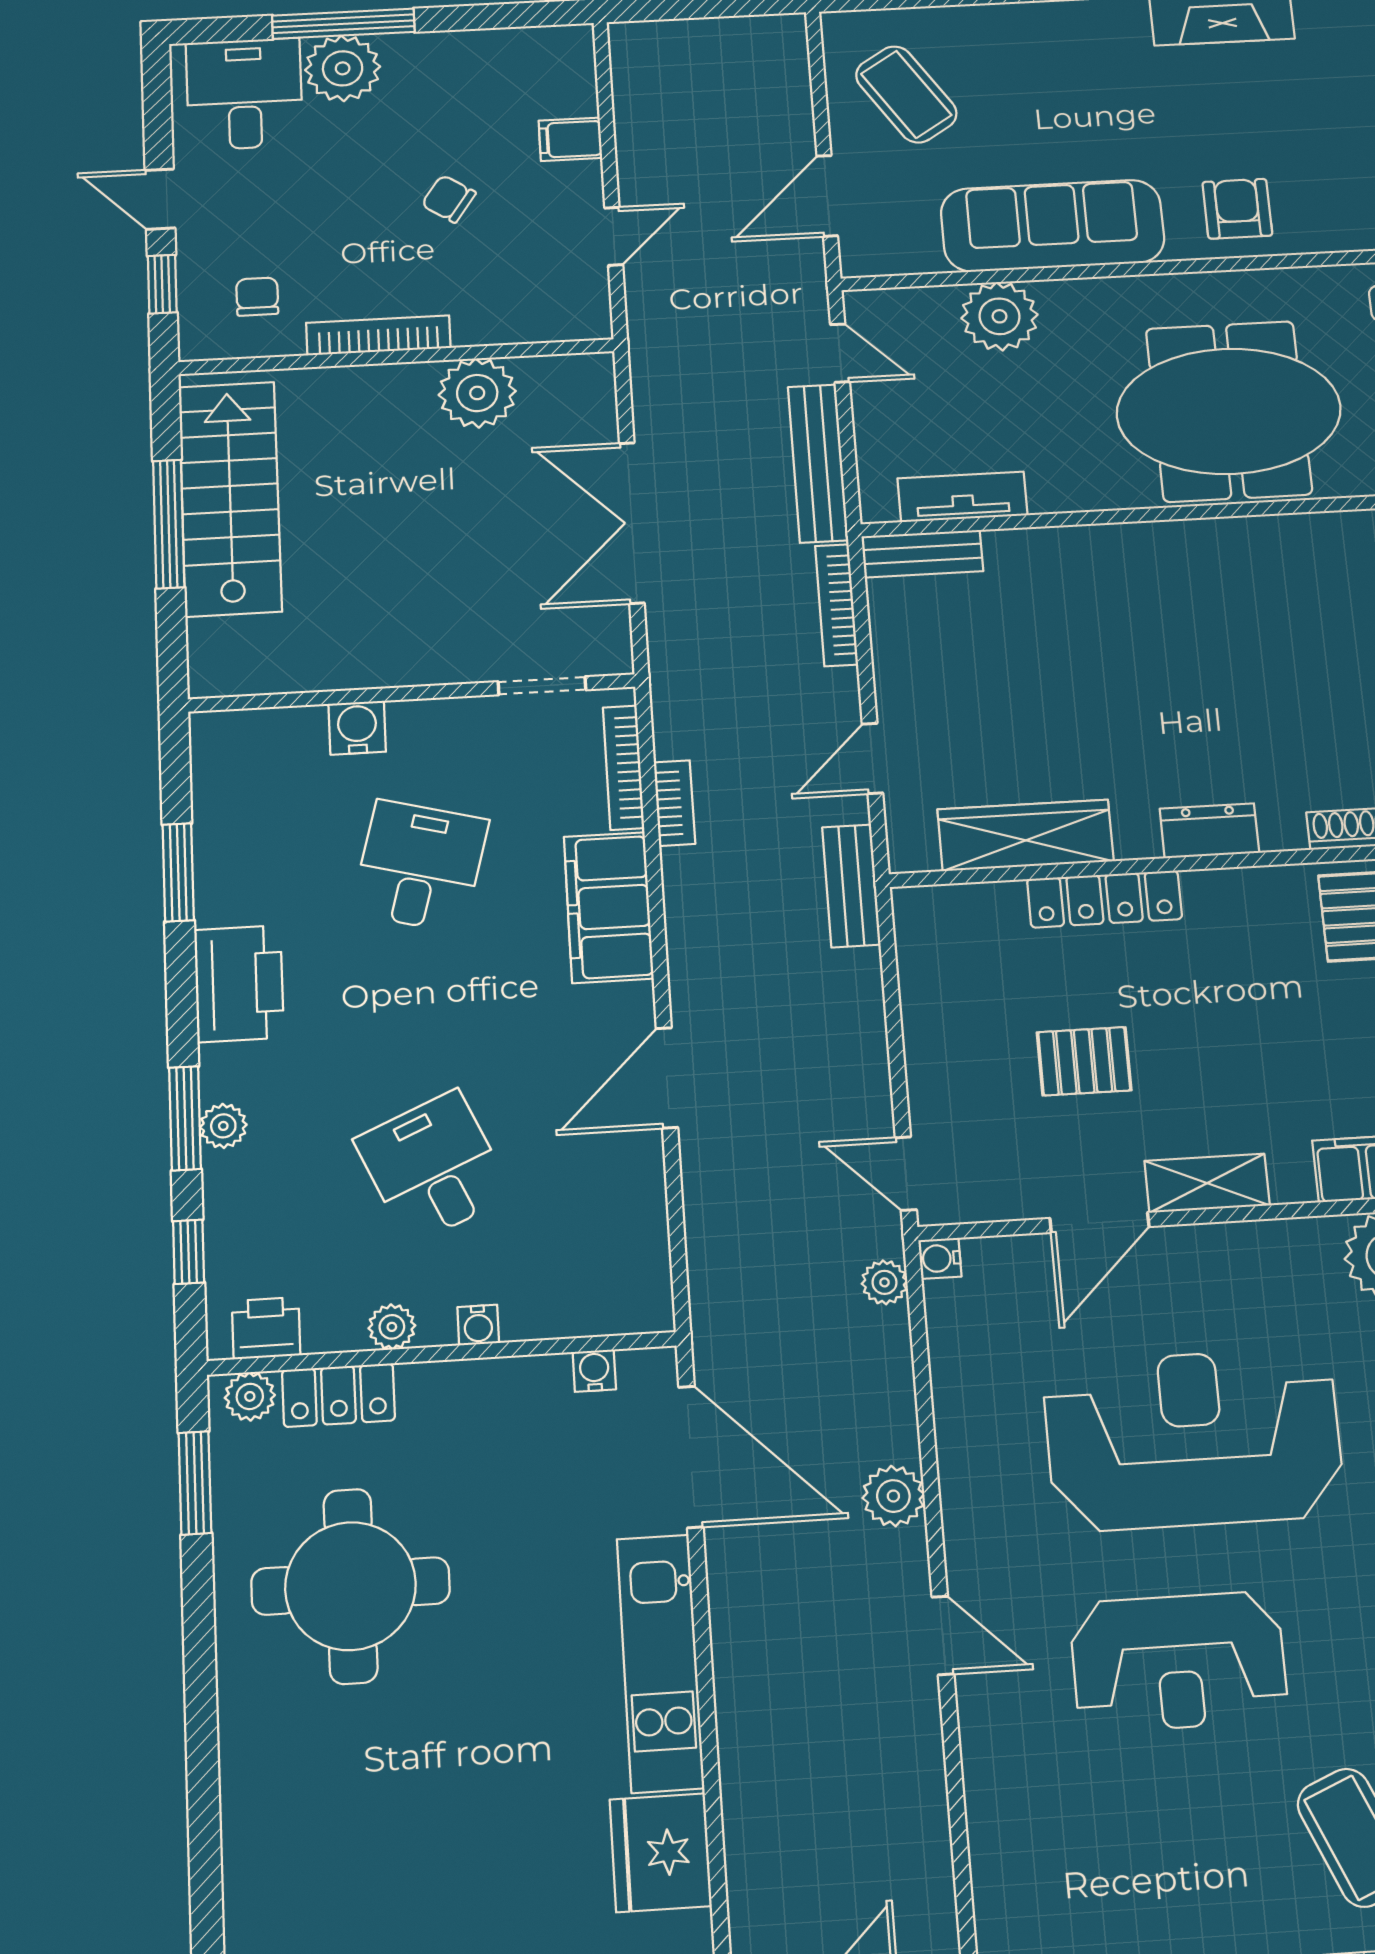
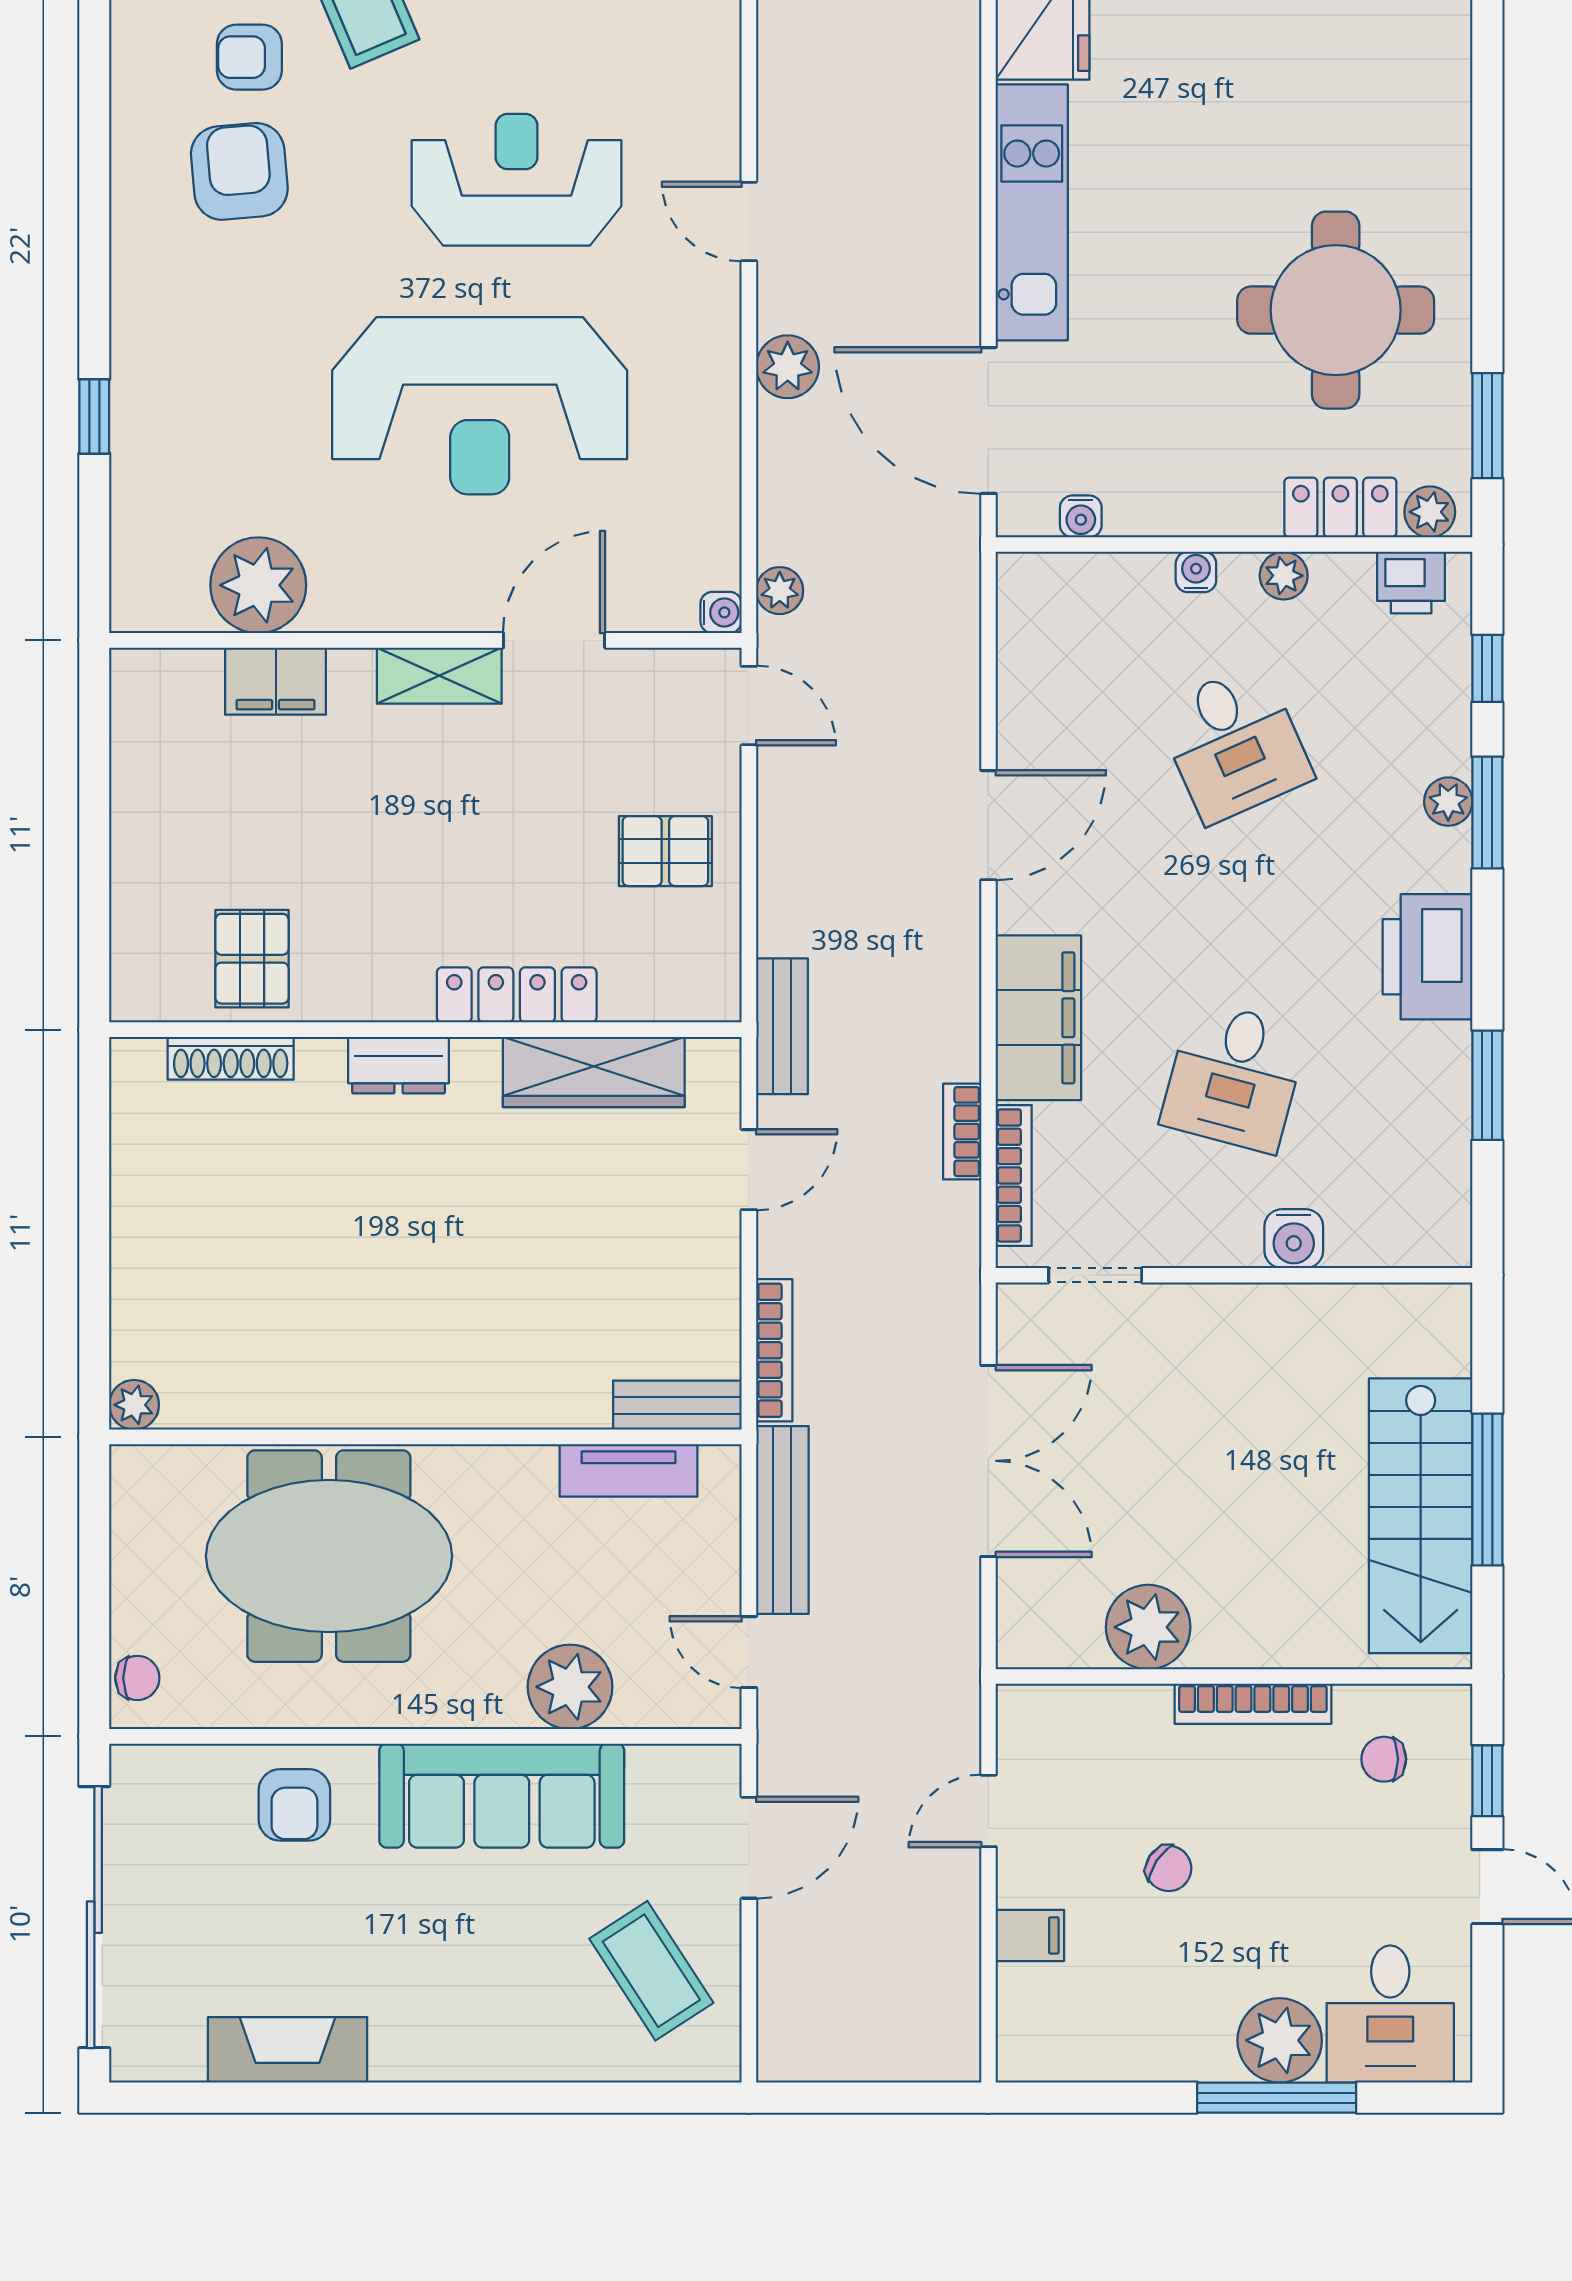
chair: (257, 297) -> (1384, 1759), turned 90
pallet: (1084, 1061) -> (665, 851), moved

